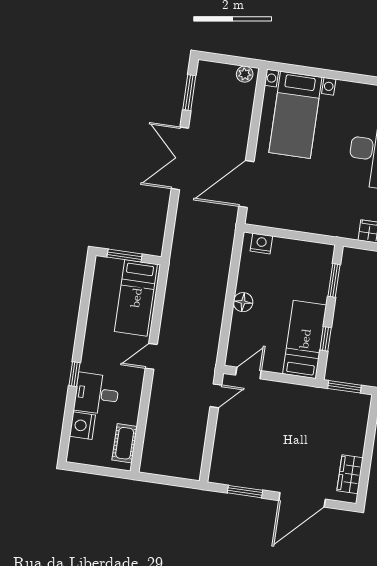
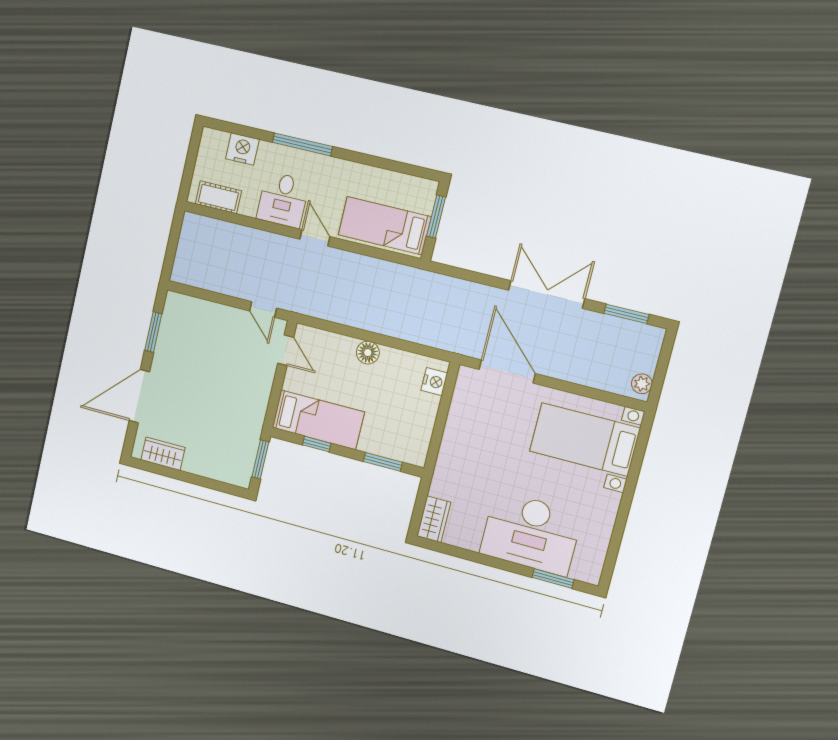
window: (75, 374) -> (302, 144), width x2.17
desk: (97, 394) -> (283, 200), moved, turned 180
door: (302, 500) -> (139, 396), hinge flipped

